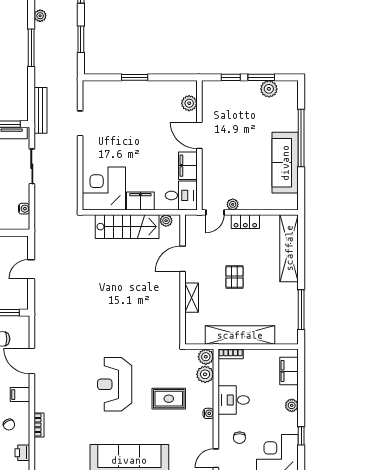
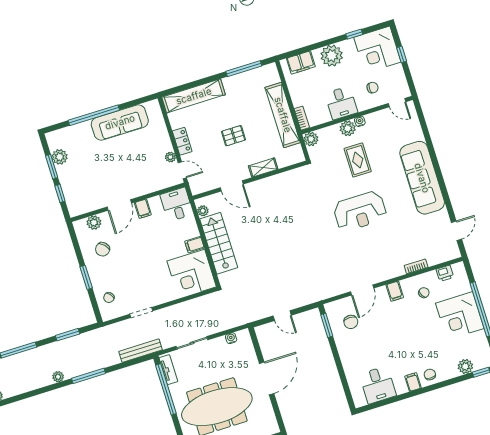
chair: (106, 94) -> (109, 298), added
chair: (159, 104) -> (103, 249), added
filing cabinet: (188, 166) -> (143, 209), width x0.50
filing cabinet: (140, 201) -> (194, 245), width x0.50
plant: (205, 374) -> (348, 128), moved
plant: (292, 405) -> (332, 56), width x1.88, depth x1.88

